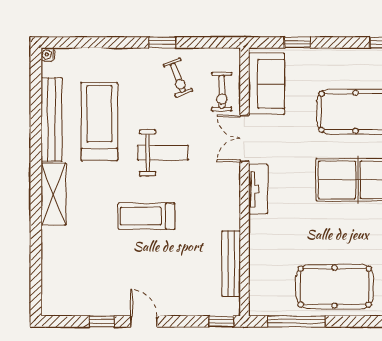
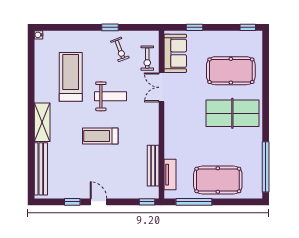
bench: (52, 119) -> (41, 169), moved
tv unit: (258, 189) -> (170, 175), moved

